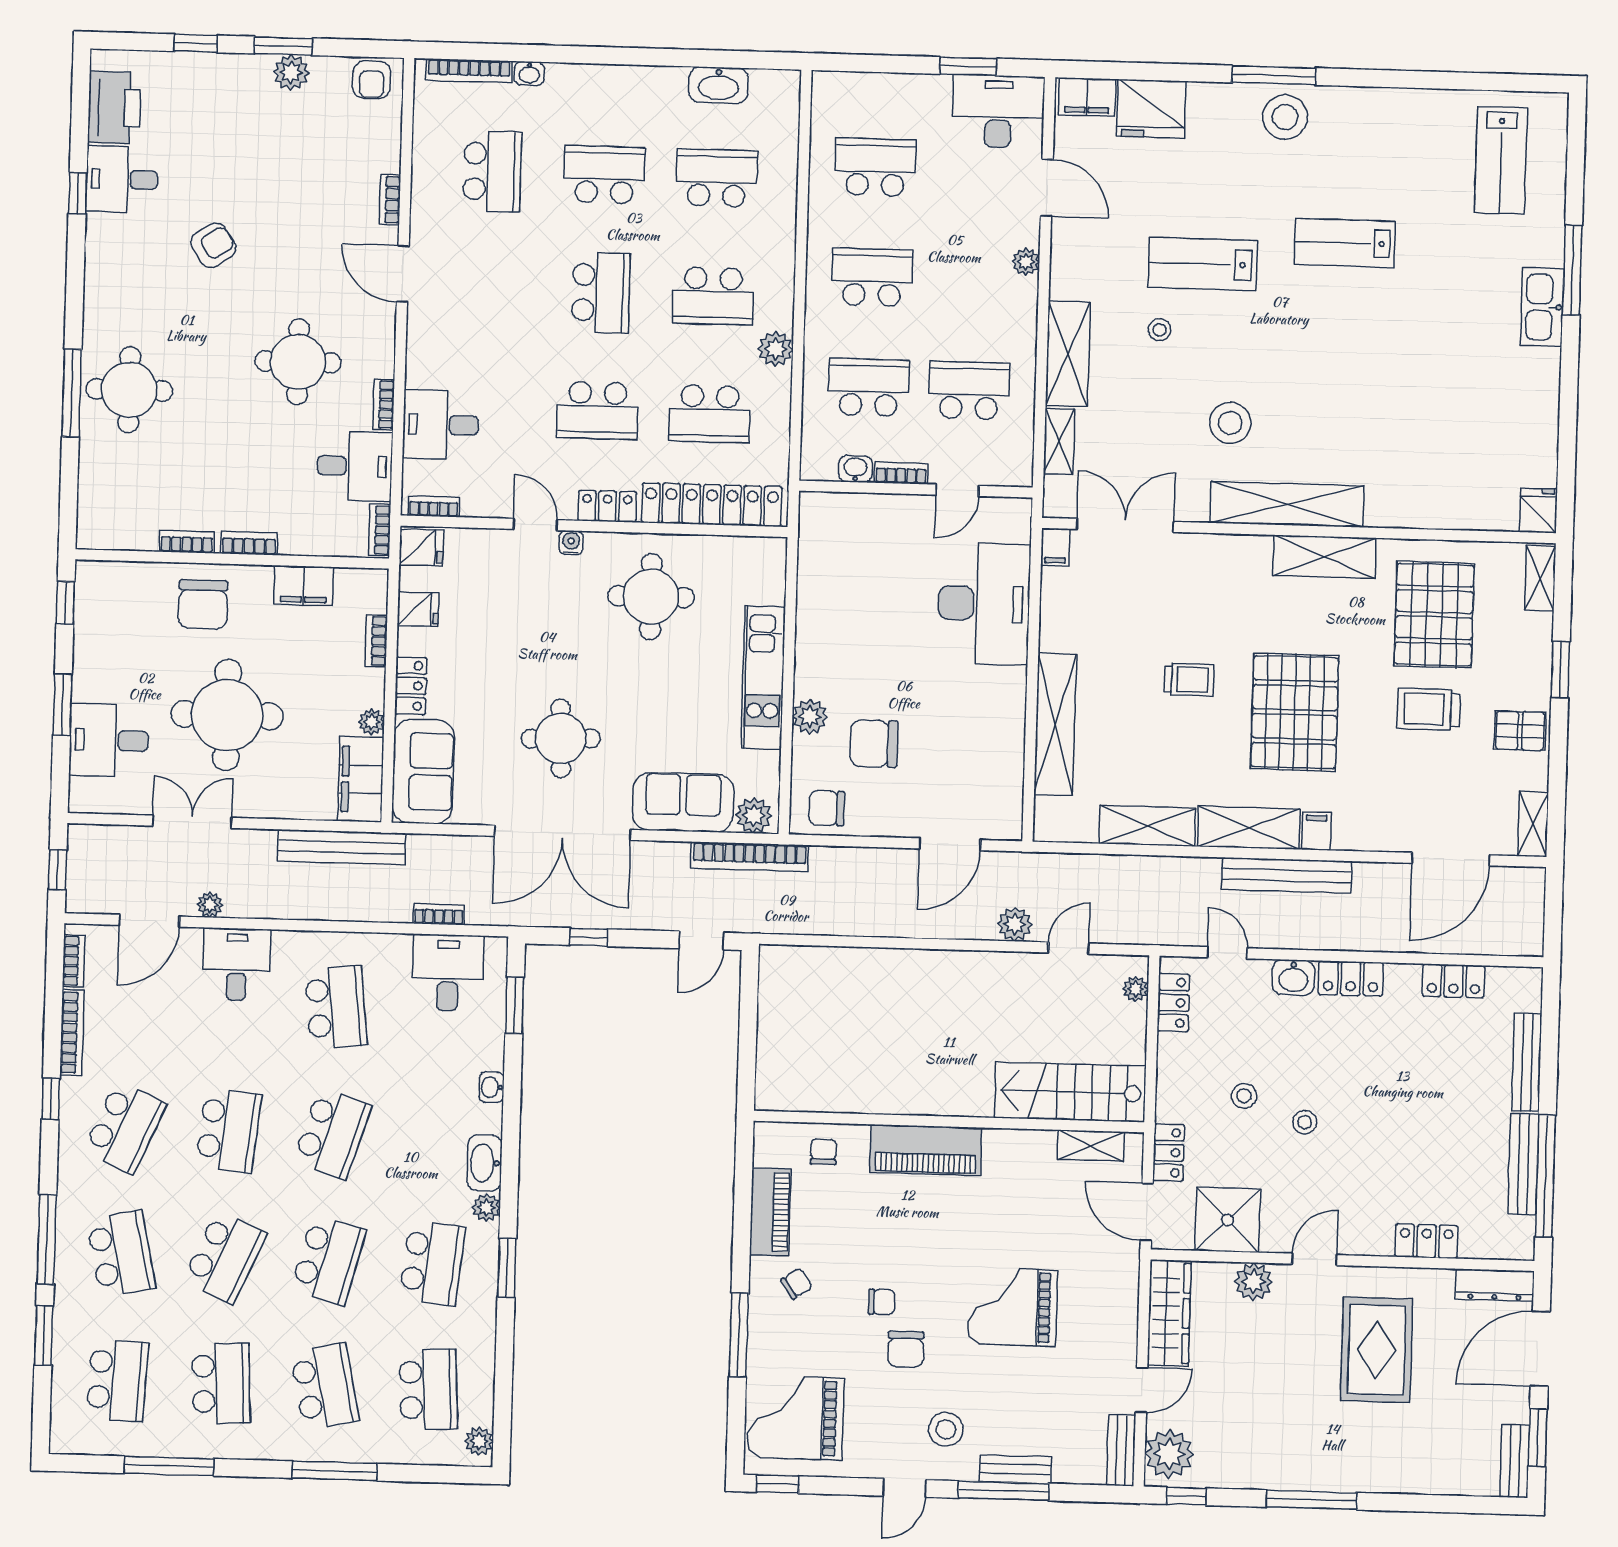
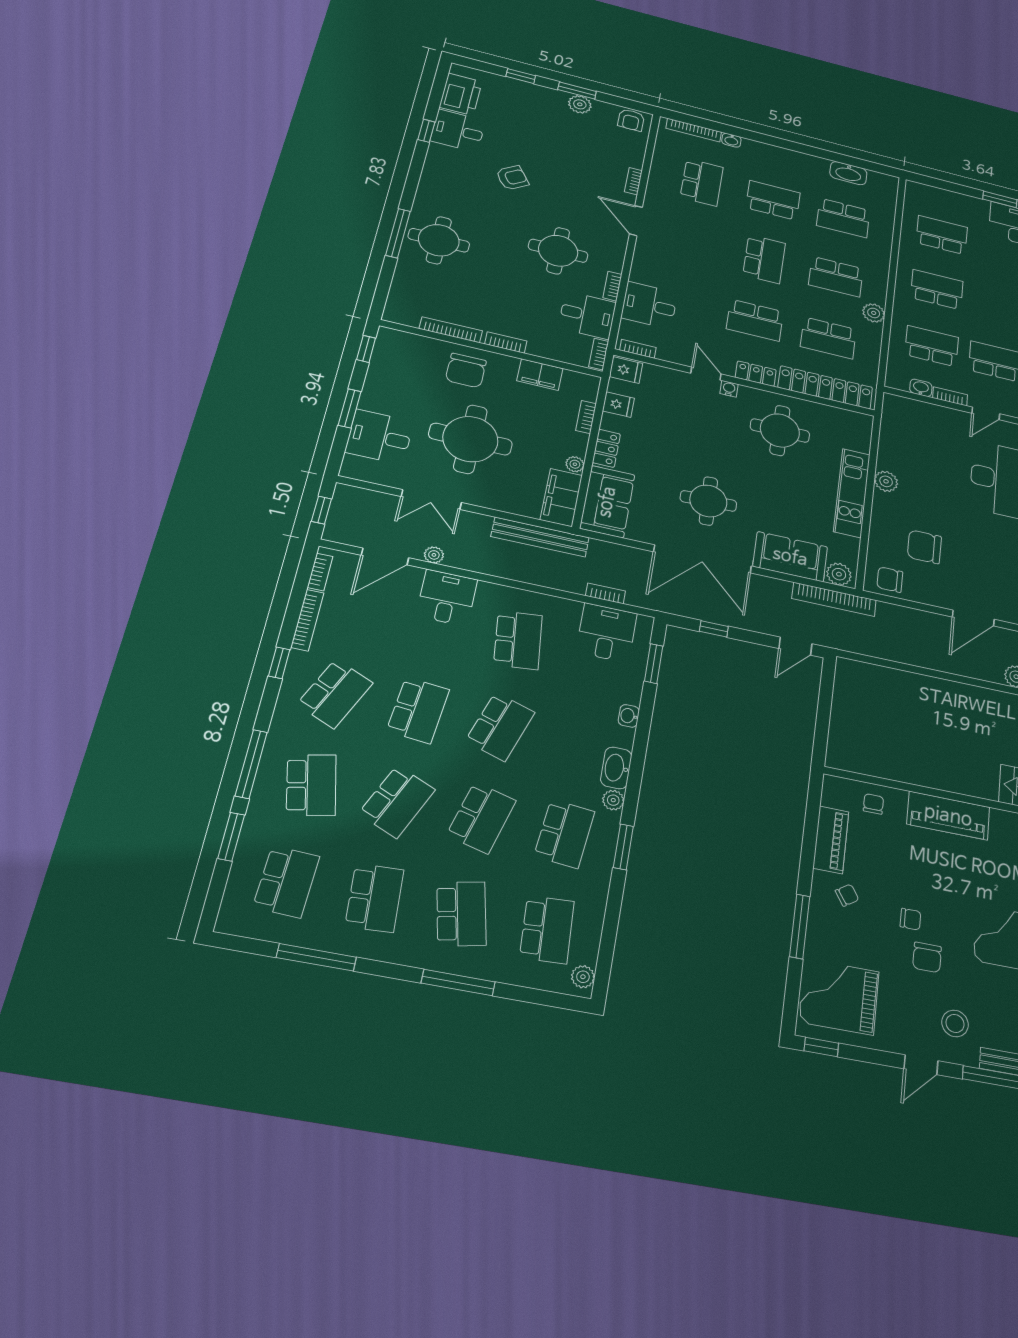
school desk: (717, 178) -> (843, 218), turned 180
bookcase: (187, 542) -> (451, 330), width x1.56
plant: (810, 717) -> (886, 481), moved
double door: (192, 822) -> (431, 500), swing flipped

